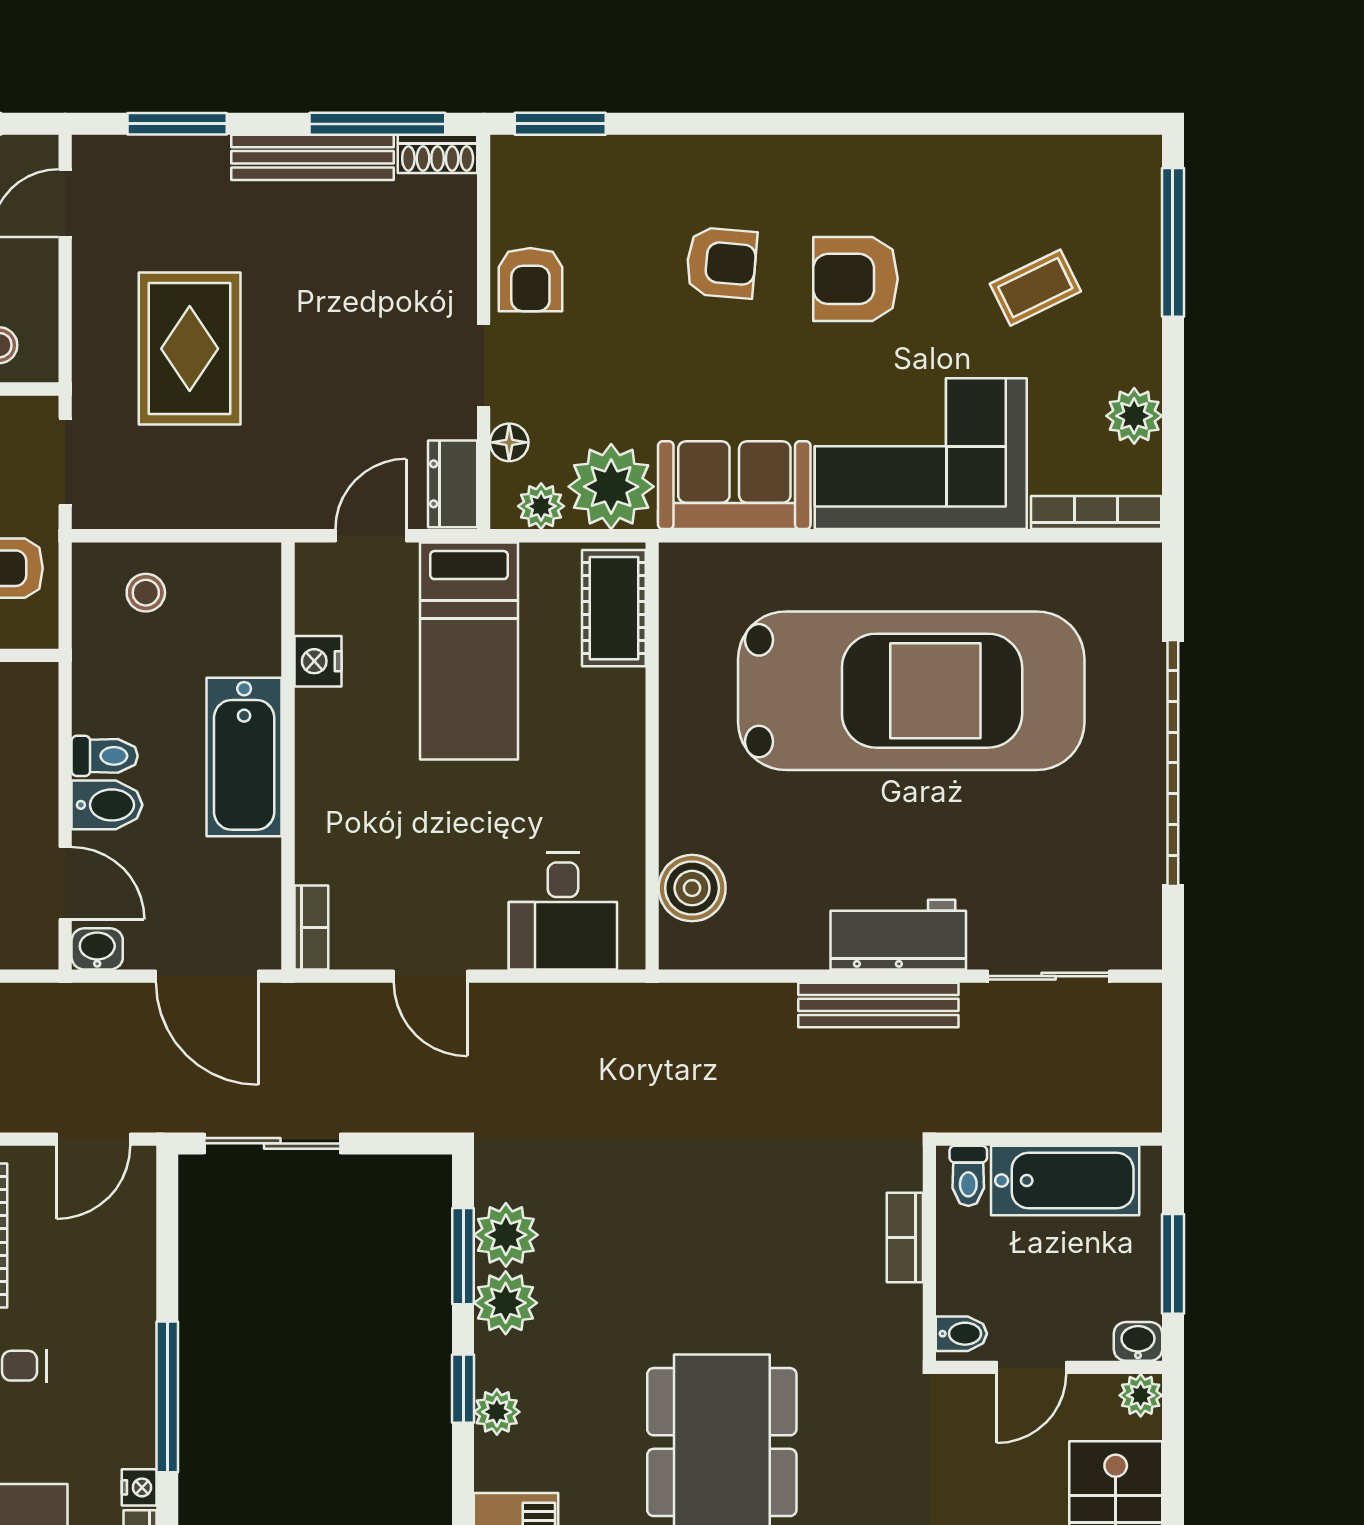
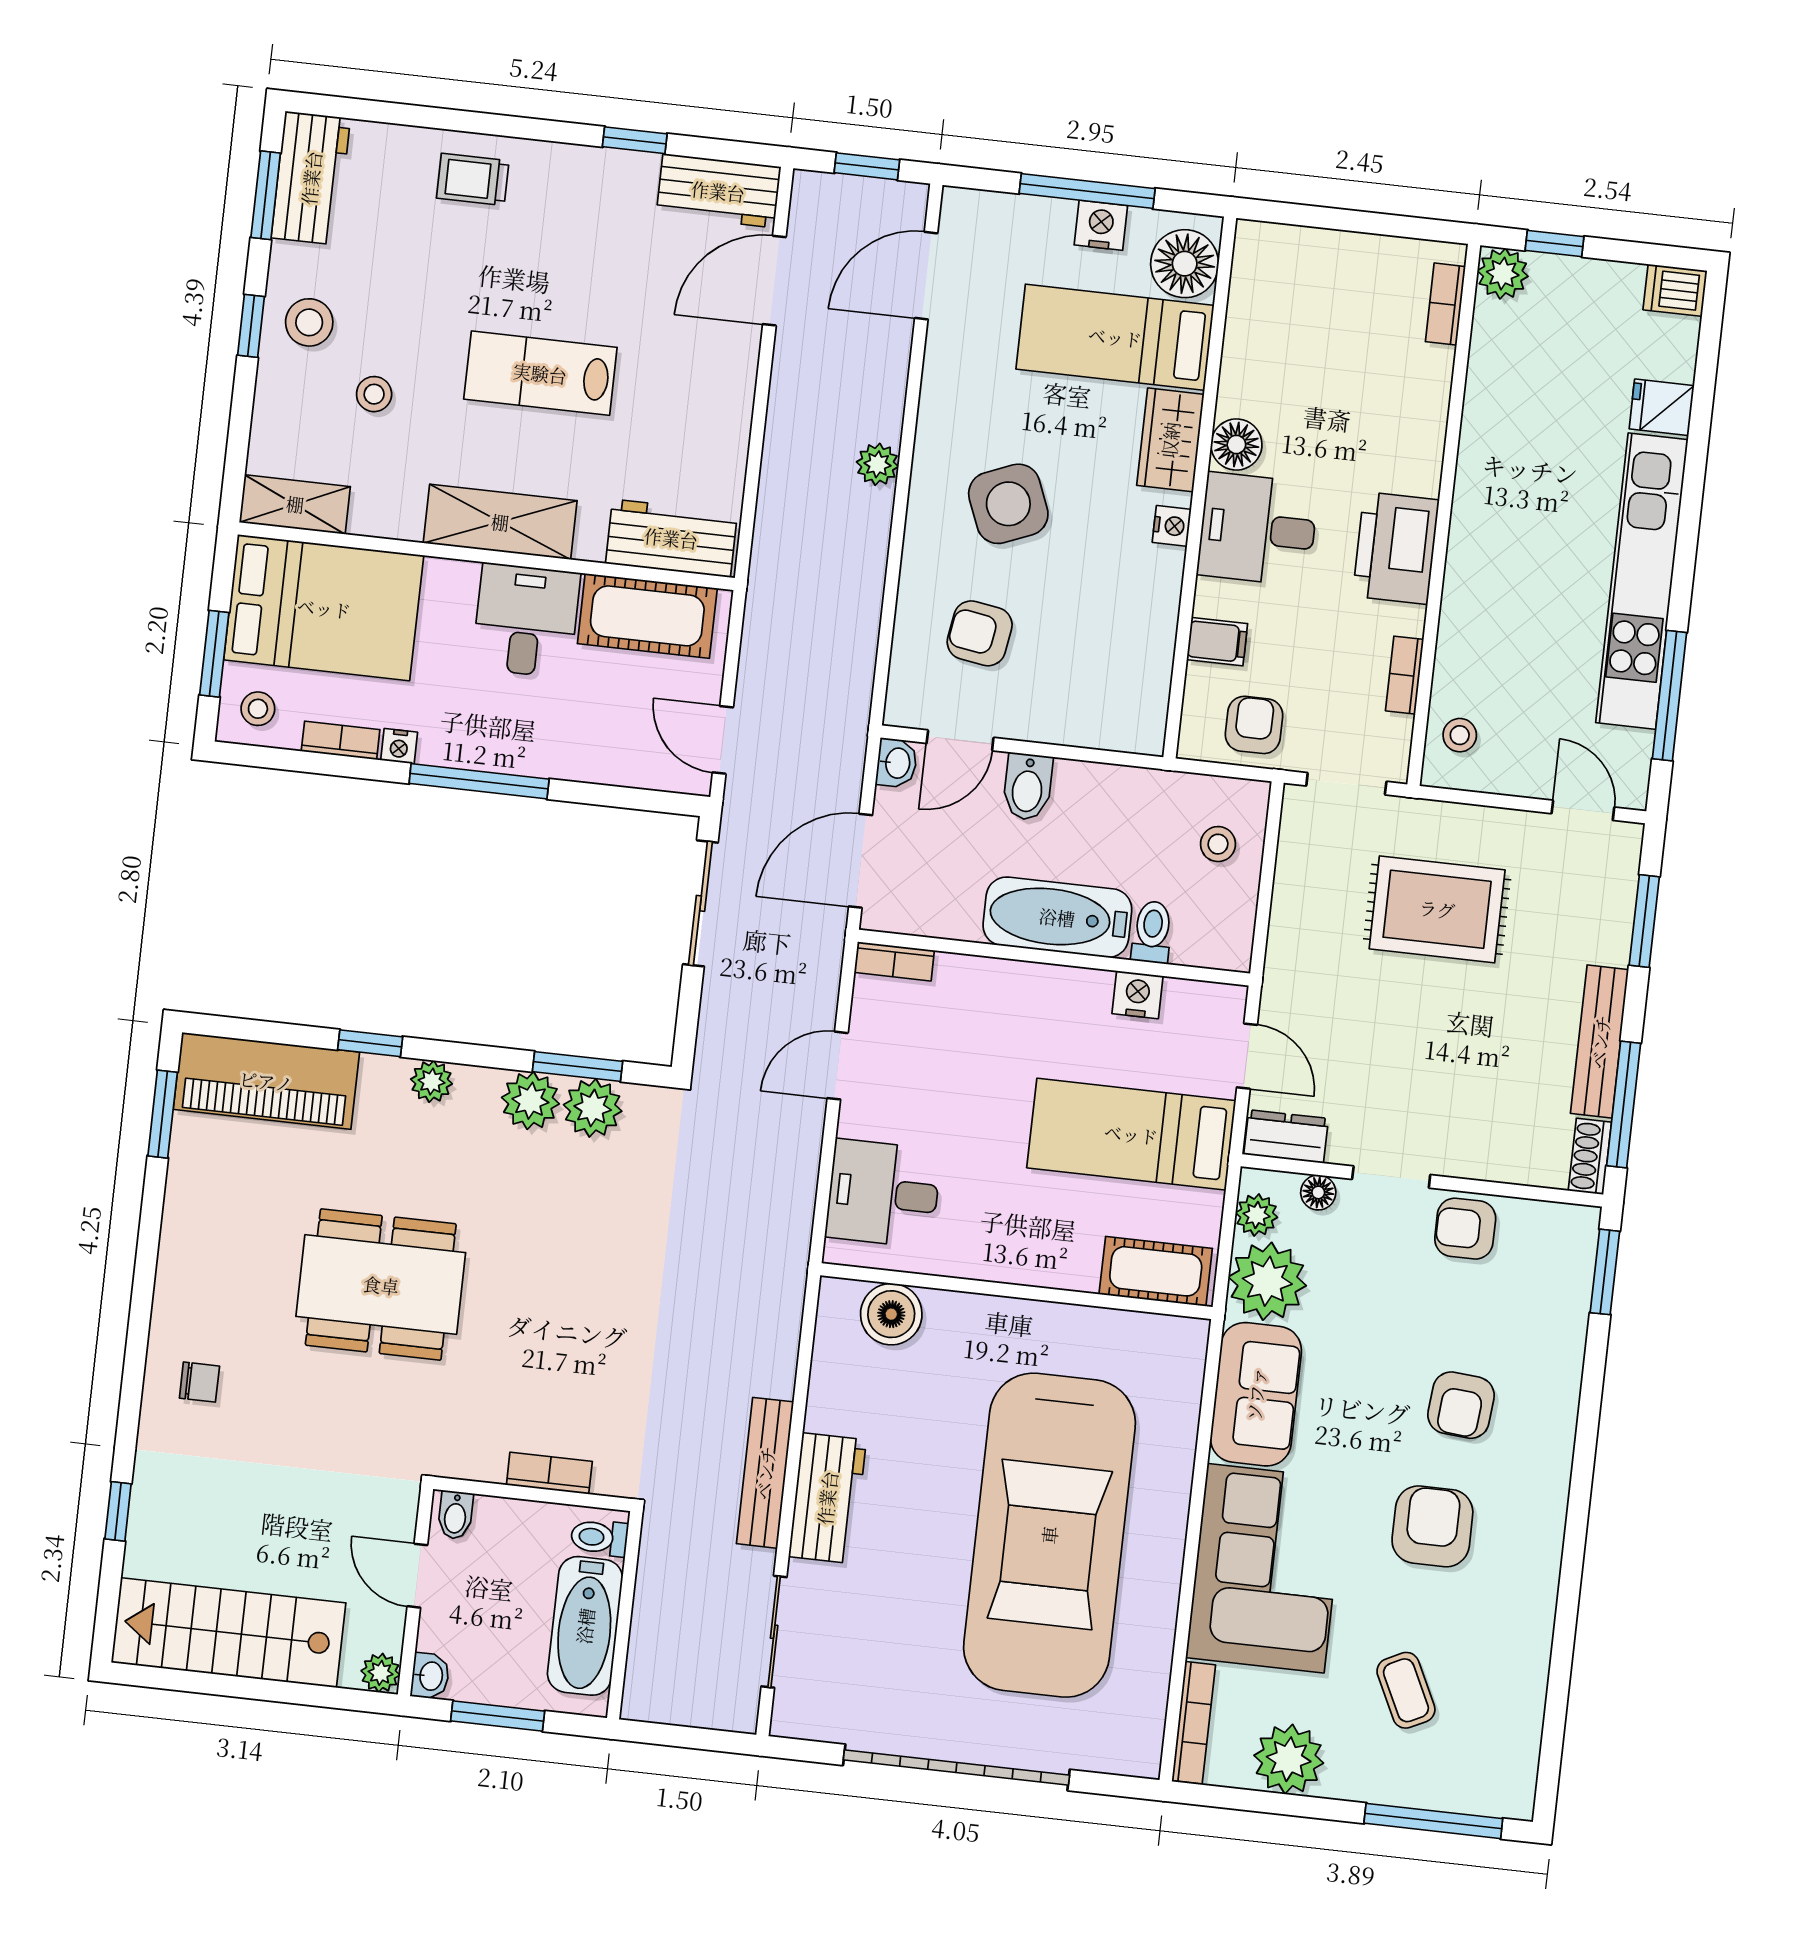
plant: (1134, 416) -> (1289, 1759), width x1.36, depth x1.36
toilet: (105, 756) -> (1152, 932), moved, turned 180
window: (463, 1389) -> (370, 1043), moved

